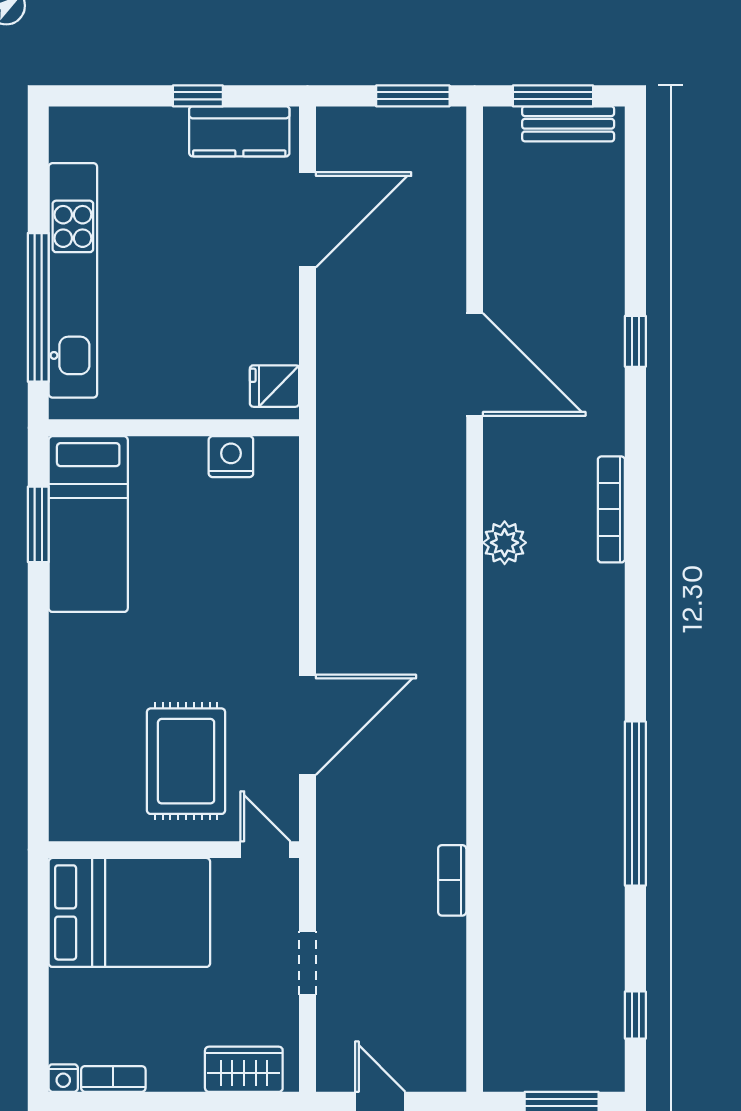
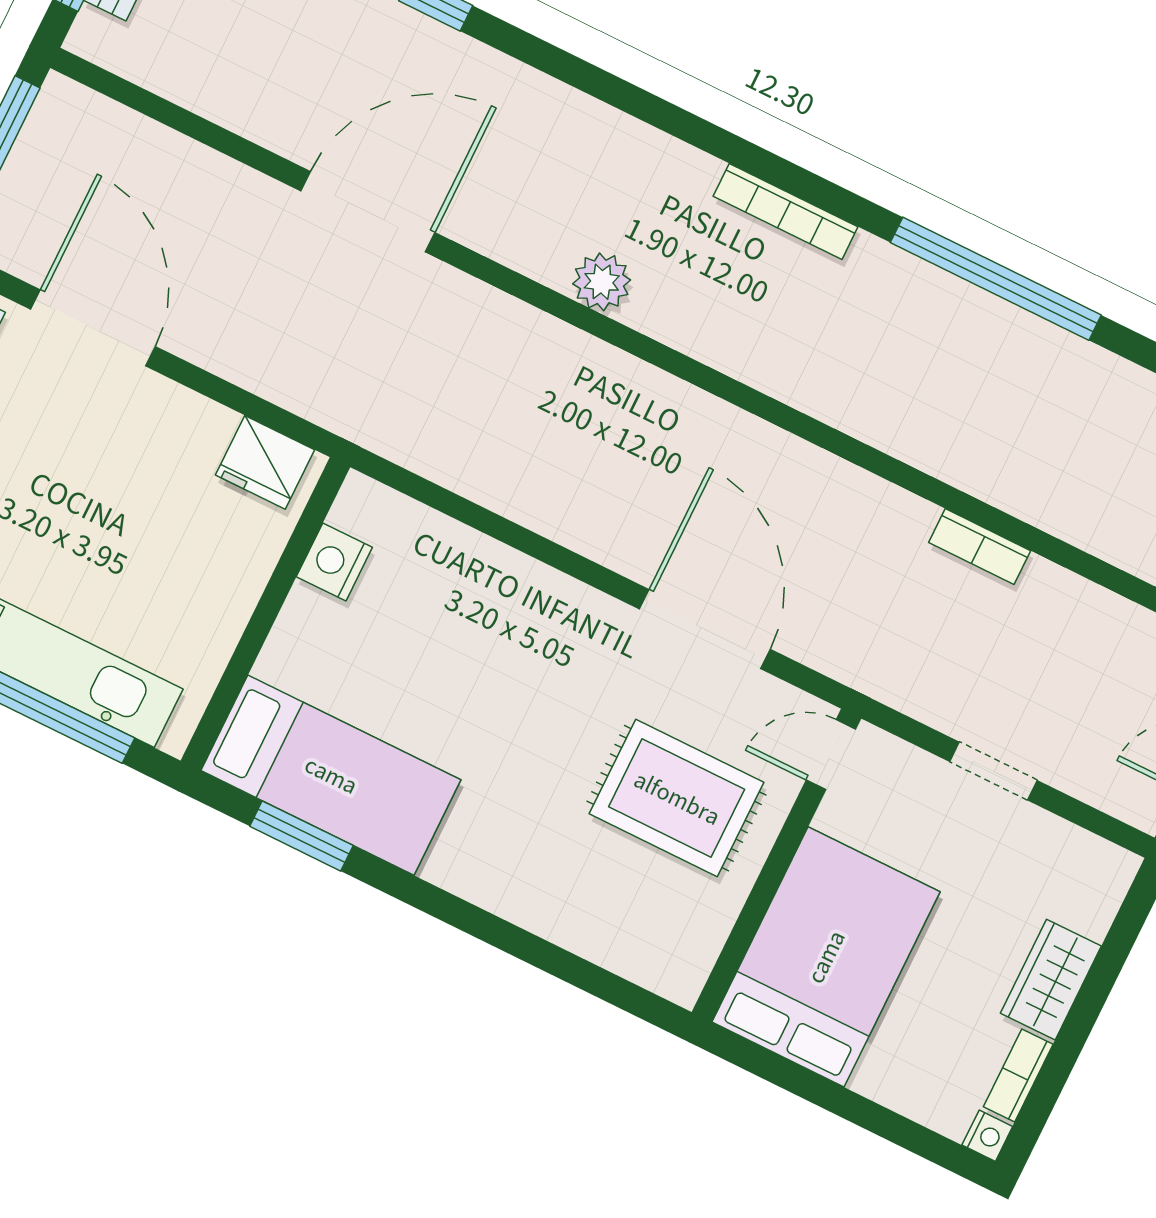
fridge: (274, 386) -> (265, 462), width x1.38
bookcase: (611, 509) -> (786, 211), moved
wardrobe: (244, 1069) -> (1051, 980), moved

